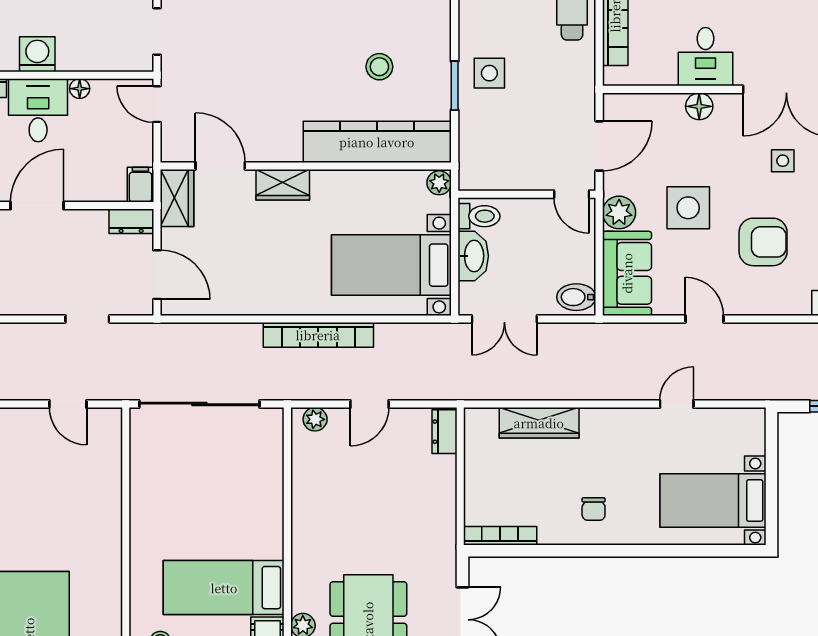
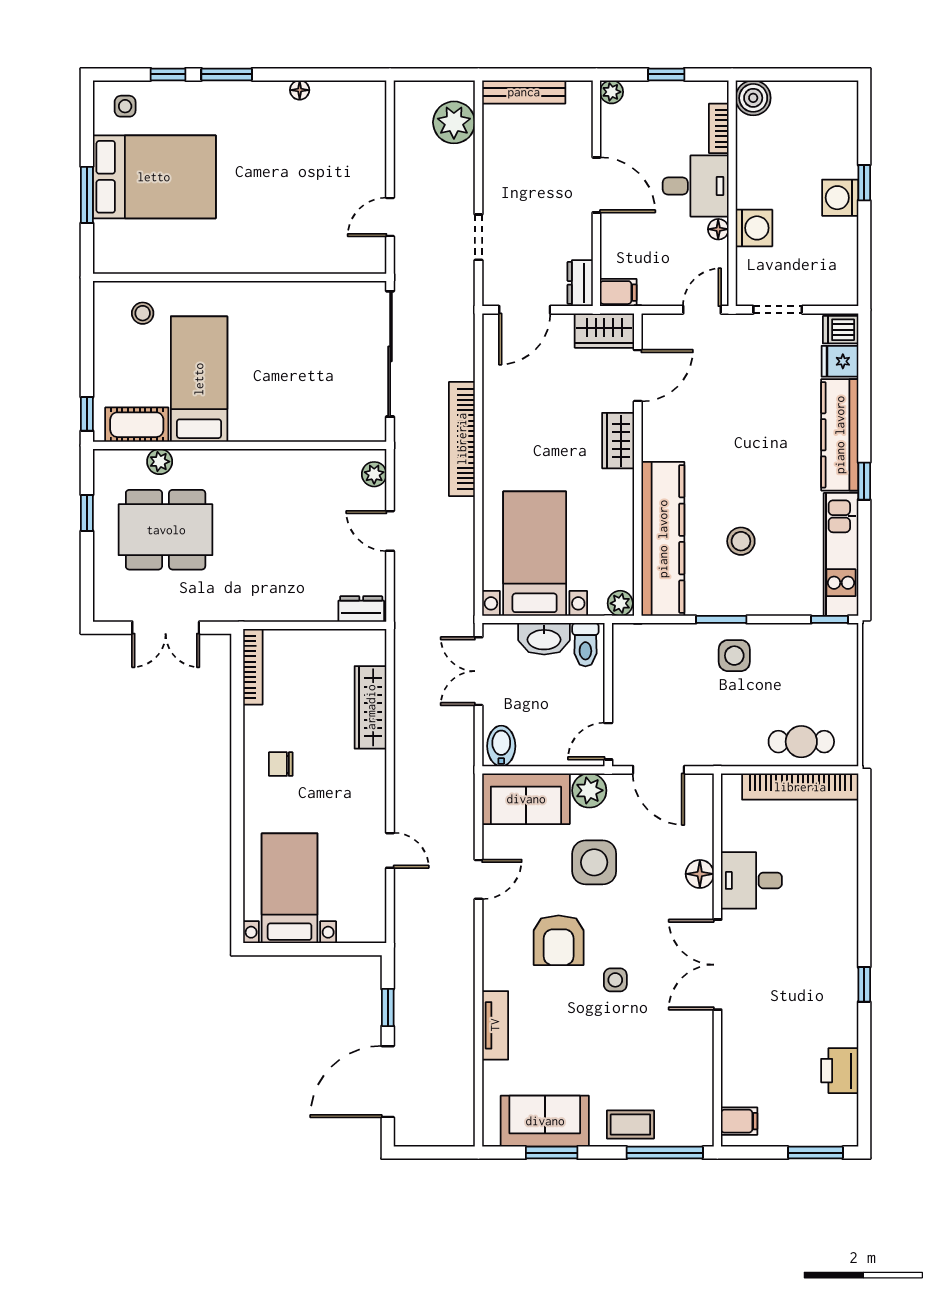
washing machine: (37, 54) -> (754, 228), moved
side table: (783, 161) -> (615, 980), moved
bookcase: (318, 335) -> (462, 439), moved

